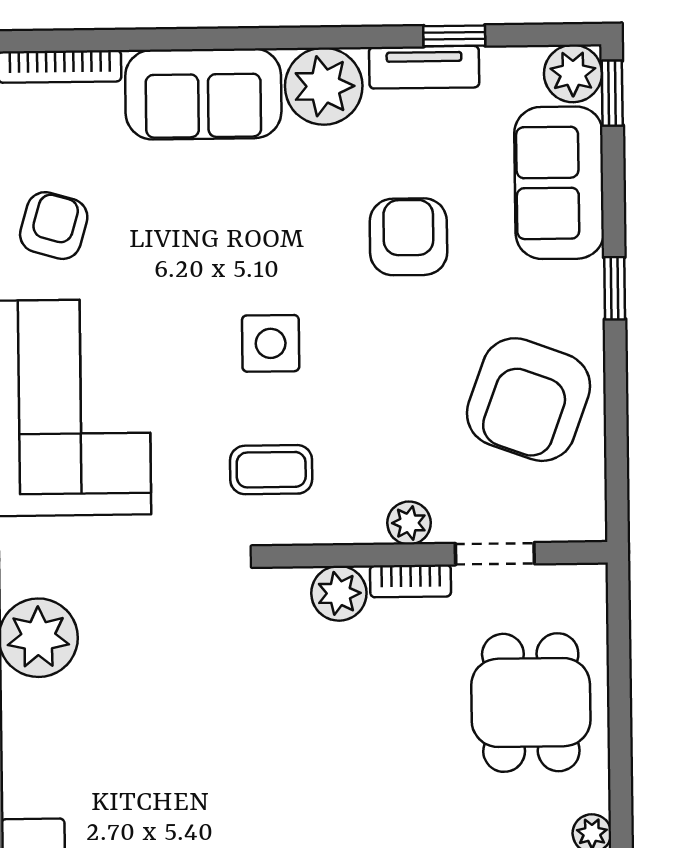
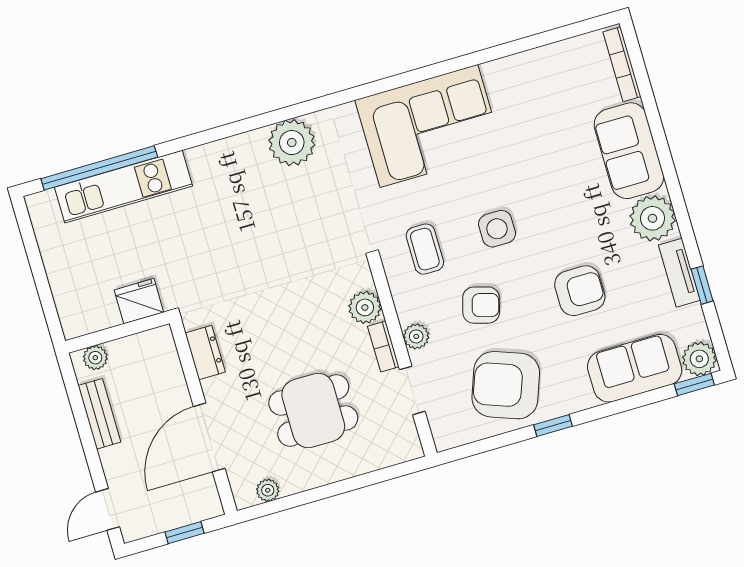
armchair: (54, 226) -> (481, 305), moved
window: (615, 288) -> (553, 425), moved
dining table: (531, 703) -> (313, 411), moved

